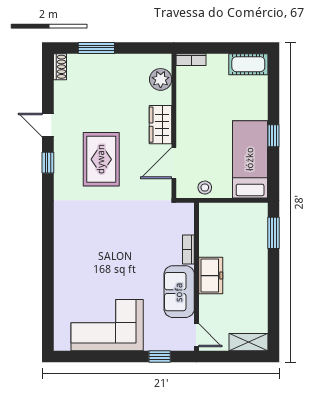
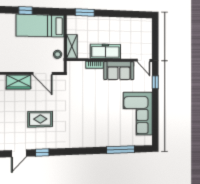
rug: (101, 159) -> (40, 119), width x0.73, depth x0.70
freezer: (211, 276) -> (105, 51), width x1.40
window: (48, 295) -> (121, 150), added
door: (196, 335) -> (144, 60), swing flipped
shelving: (249, 342) -> (72, 46), moved

